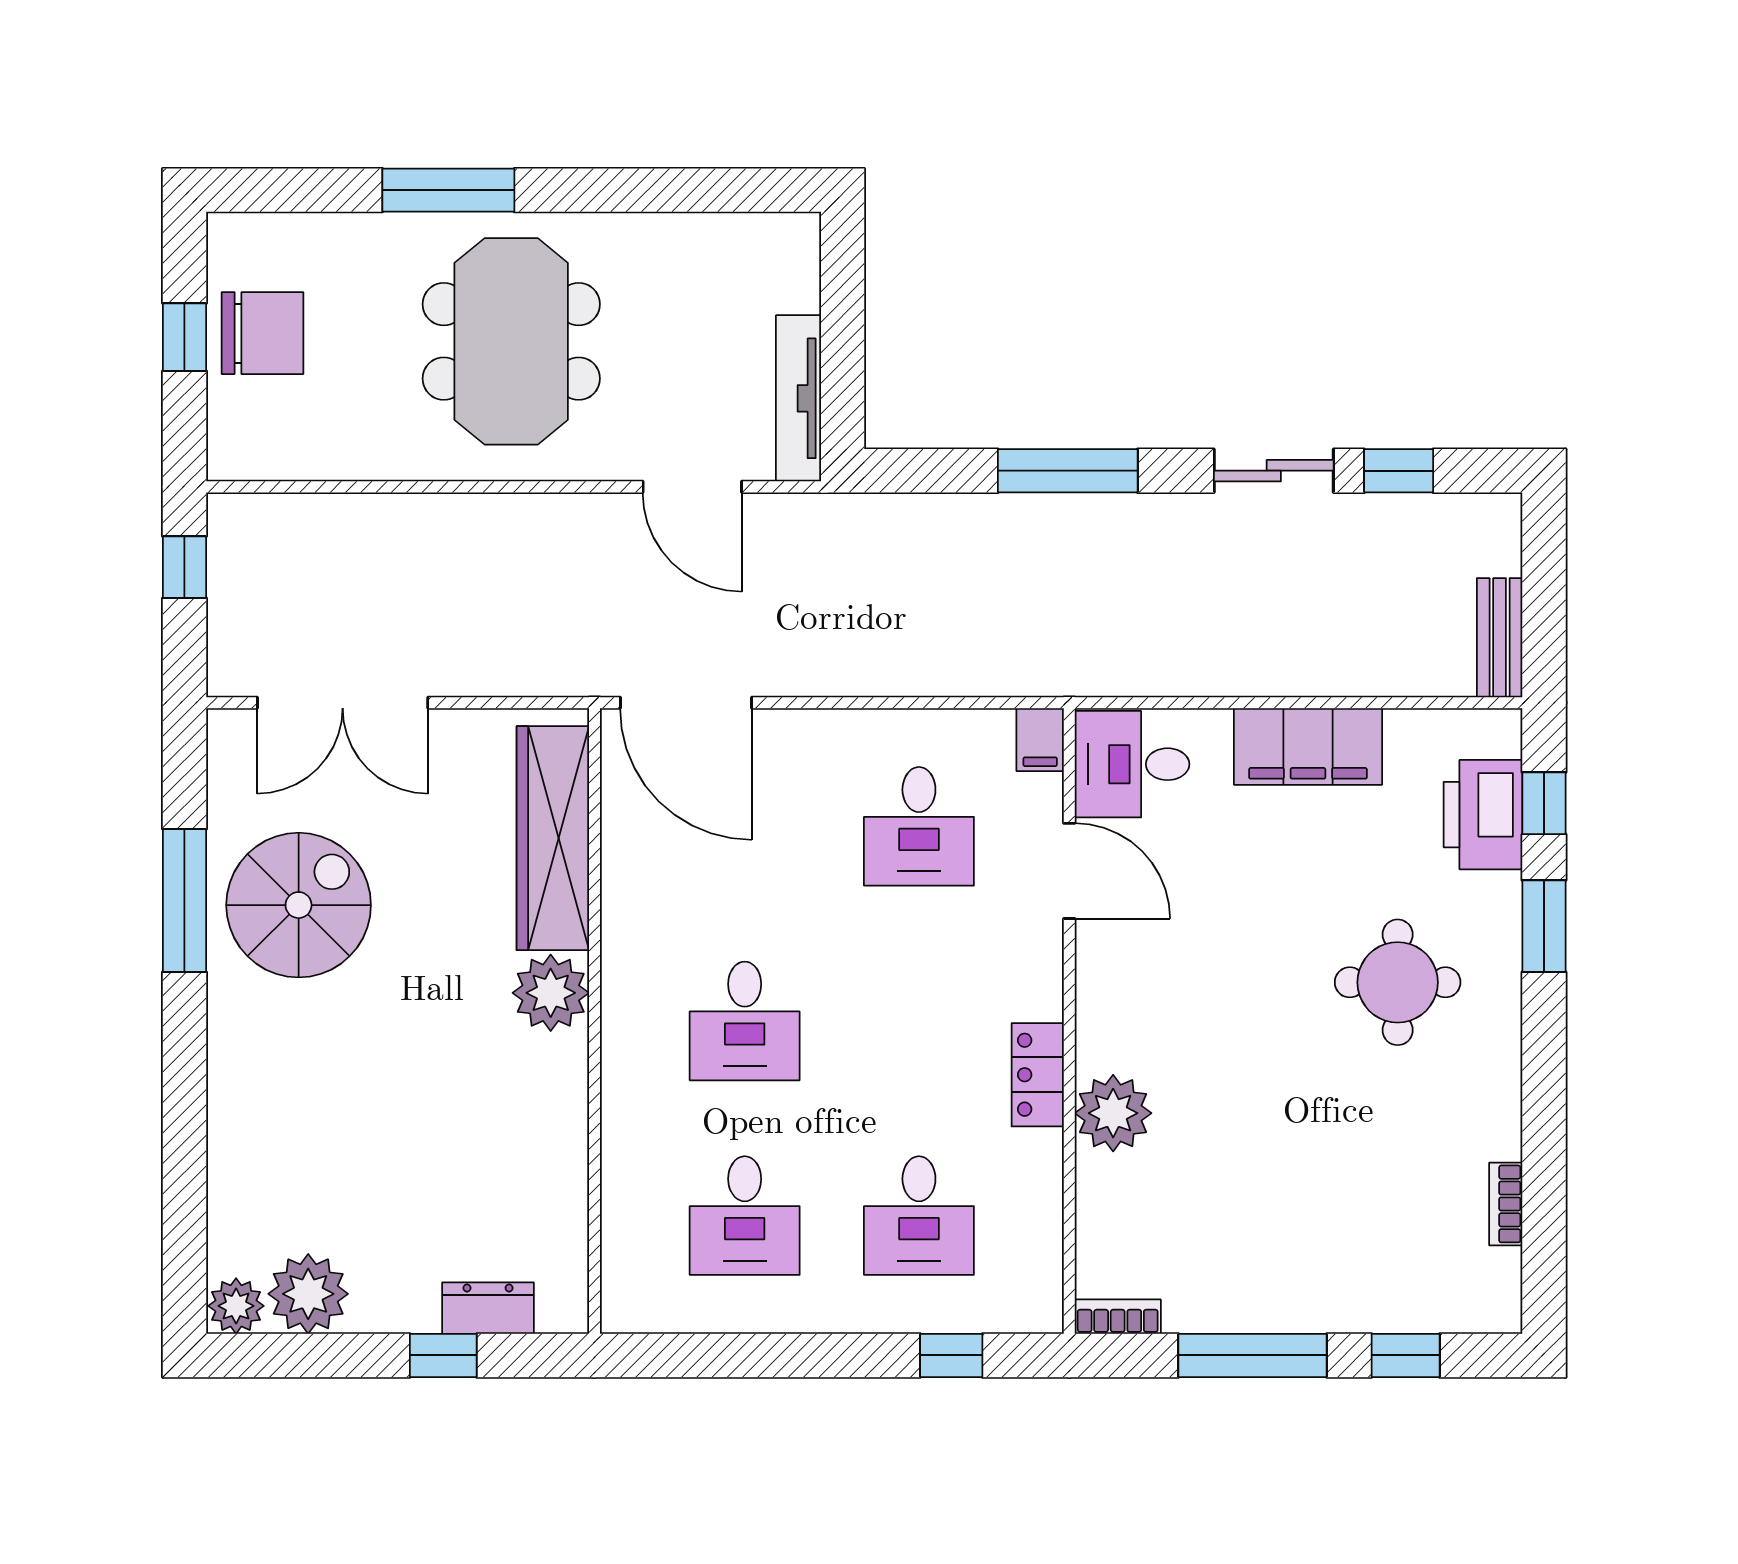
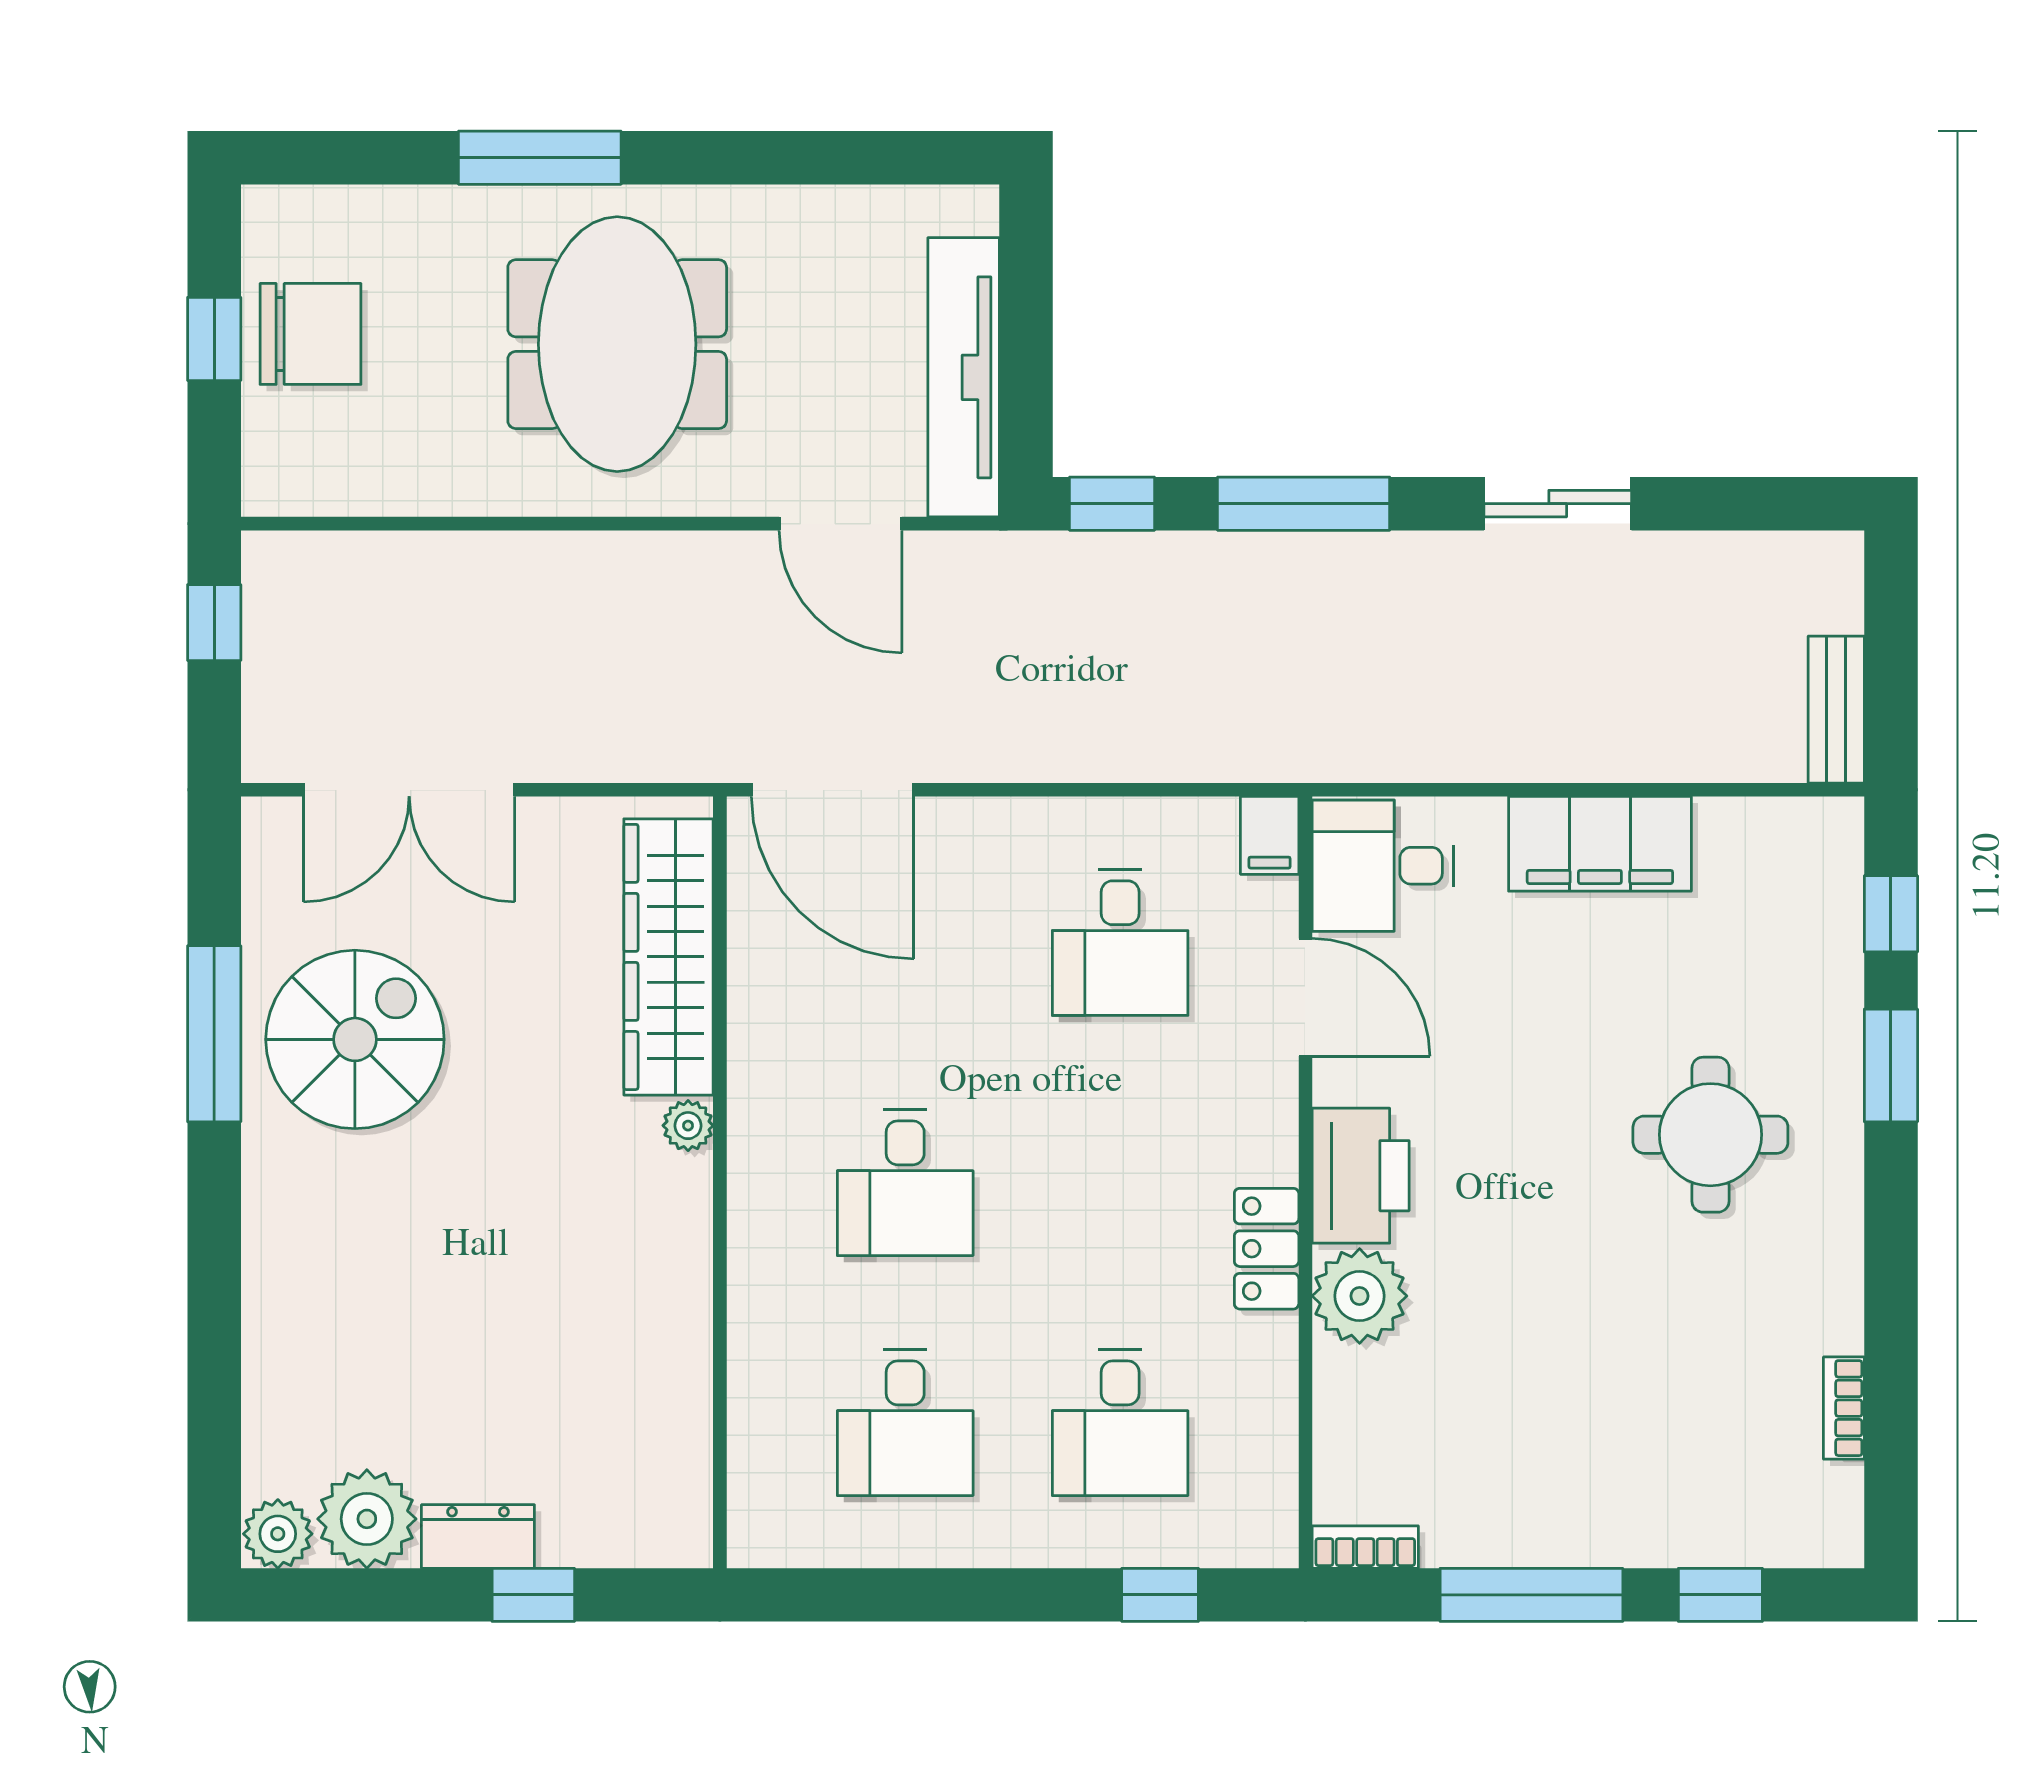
tv unit: (799, 398) -> (964, 377), width x1.36, depth x1.29
window: (1399, 471) -> (1112, 504), moved
printer: (1483, 815) -> (1361, 1176), moved, turned 180
plant: (551, 993) -> (688, 1126), width x0.53, depth x0.53
dresser: (488, 1308) -> (478, 1537), moved

